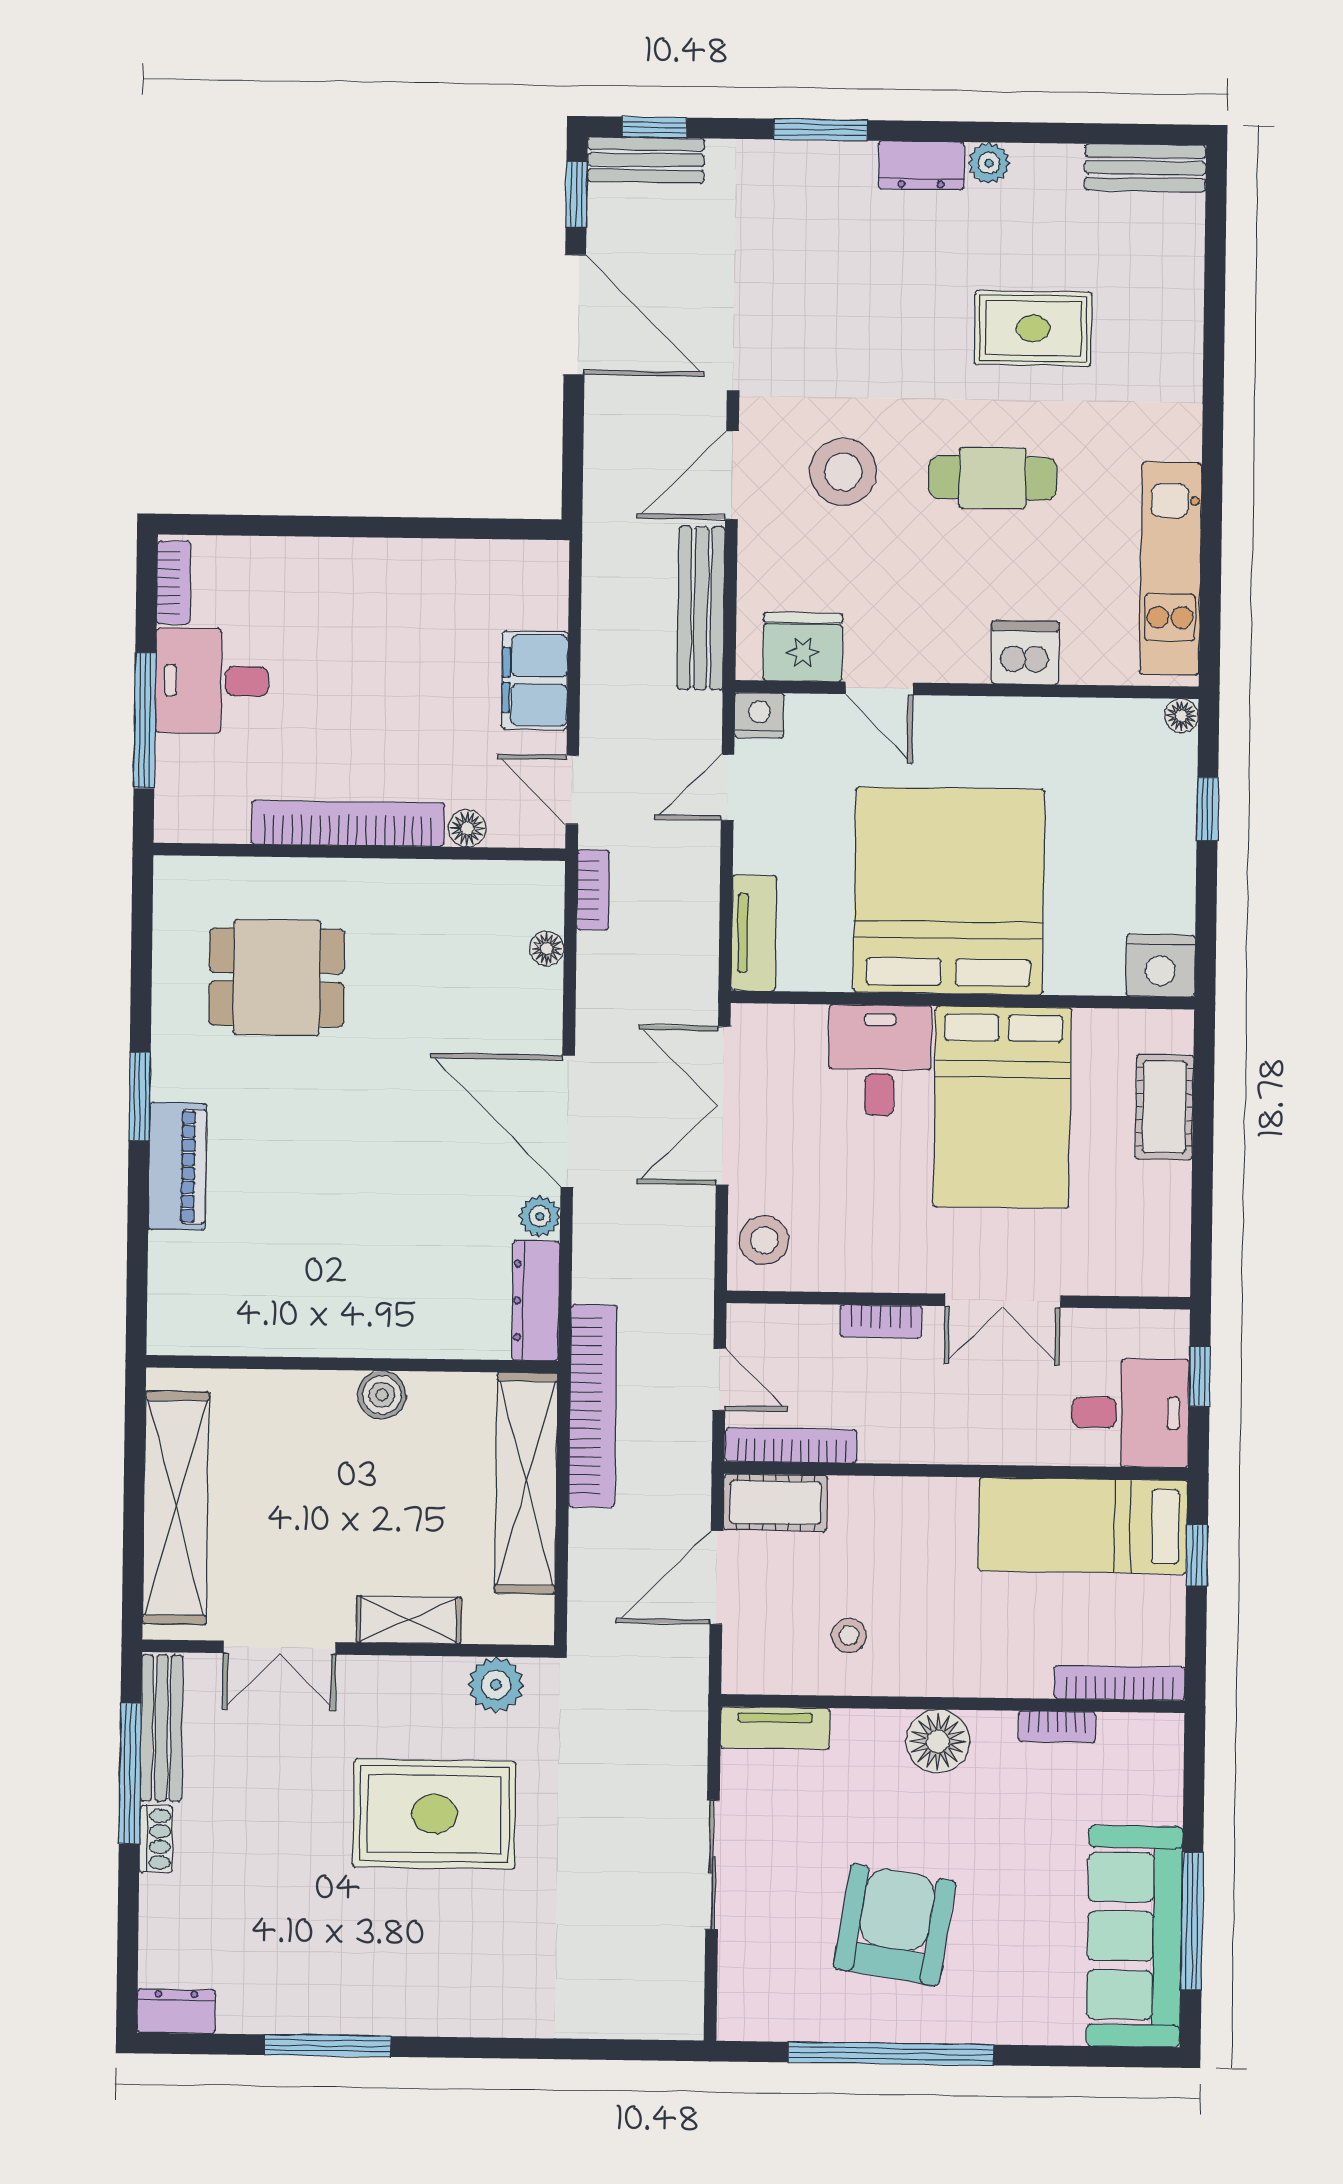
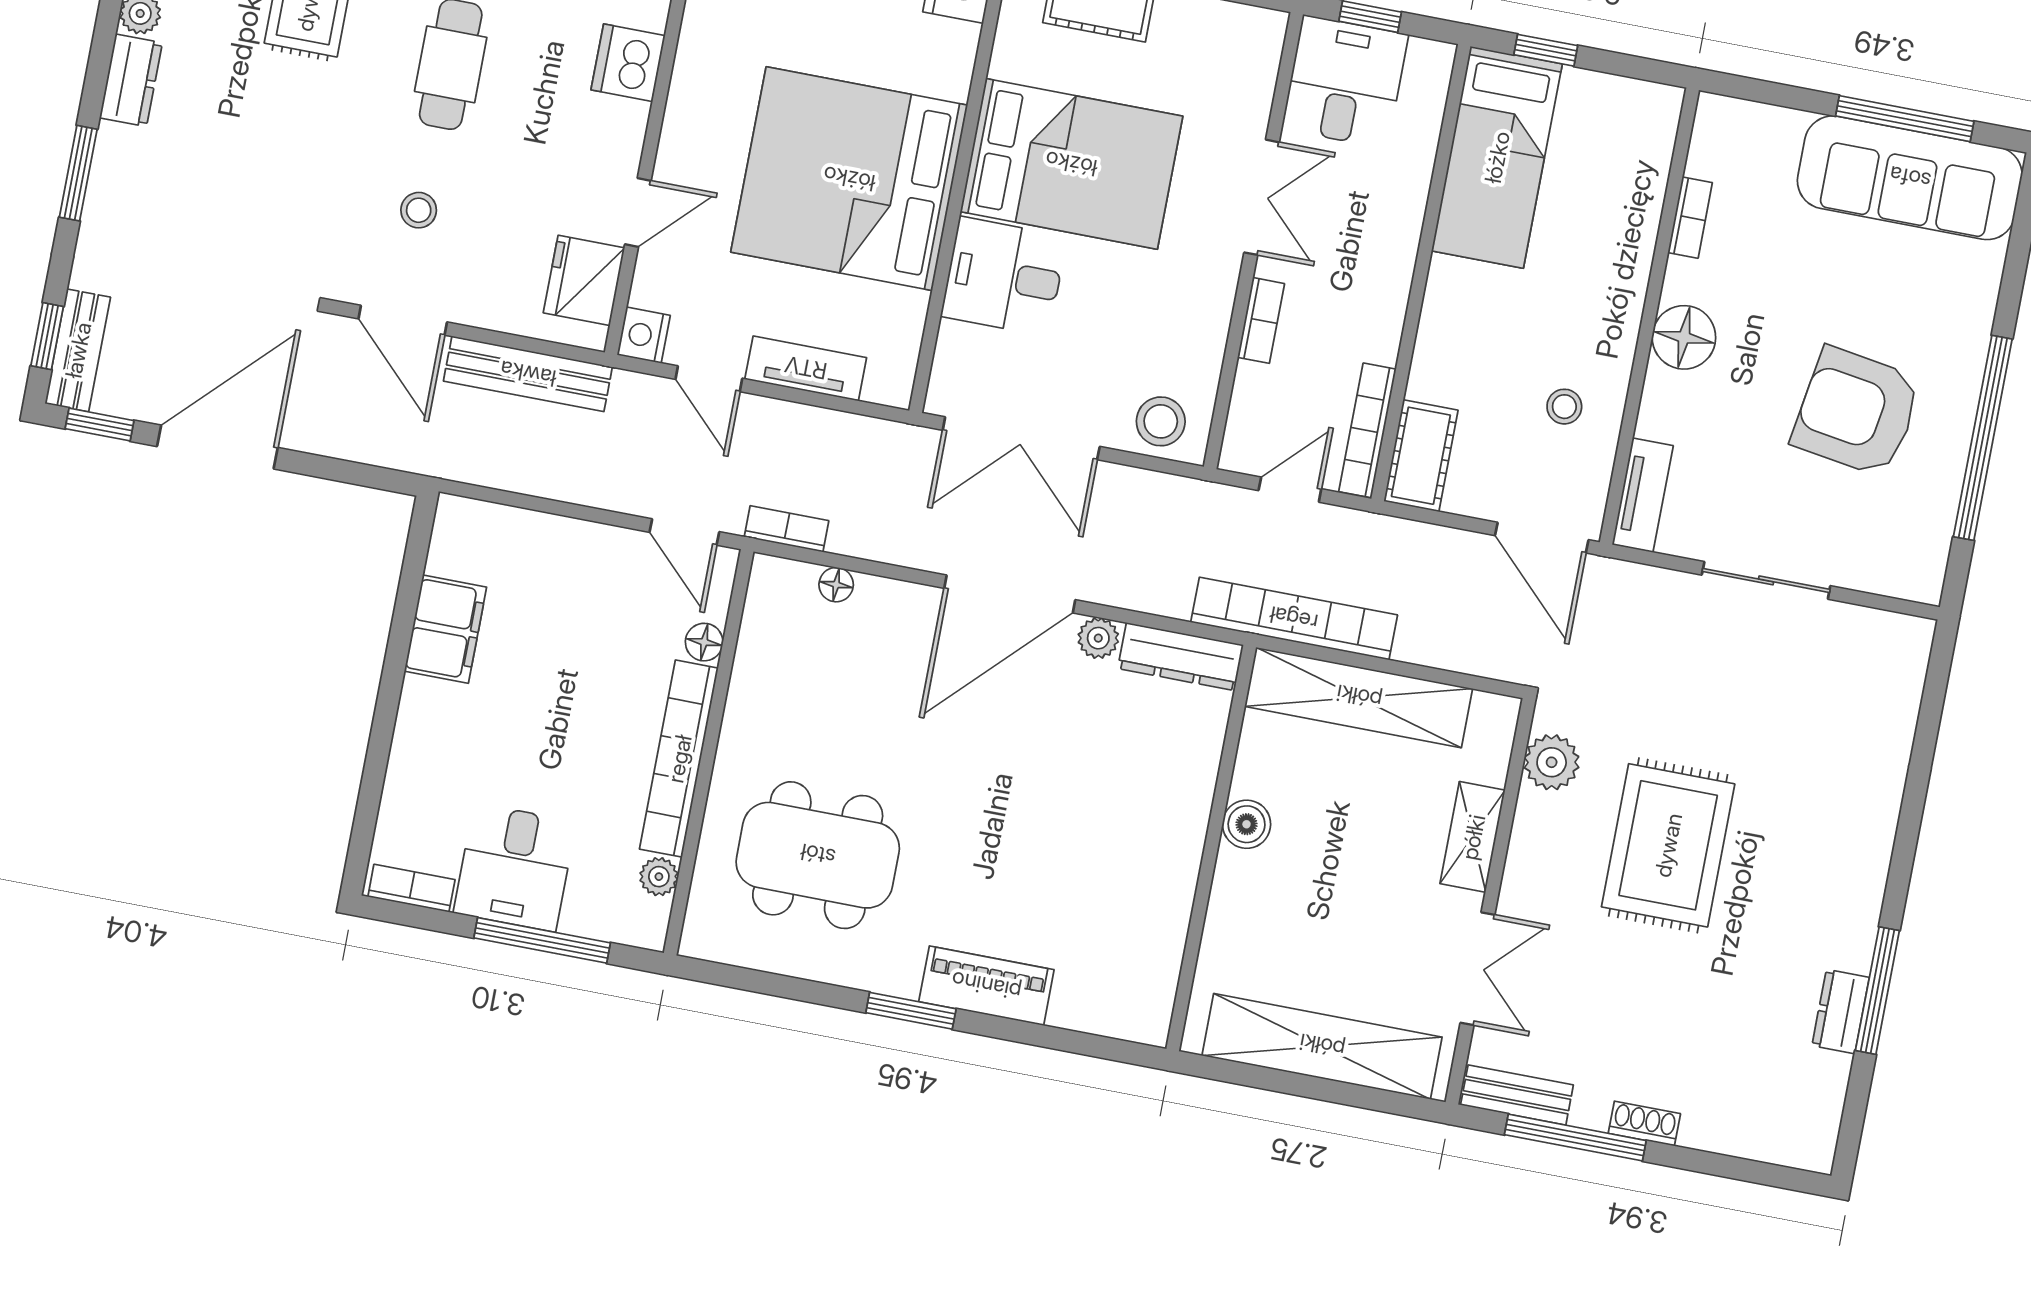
stool: (843, 472) -> (419, 210), width x0.53, depth x0.53
filing cabinet: (535, 680) -> (445, 629), moved, turned -90
door: (572, 790) -> (684, 532), hinge flipped
plant: (228, 825) -> (659, 877), added
tv unit: (754, 933) -> (806, 368), moved
dining table: (277, 977) -> (818, 855), width x1.37
desk: (1130, 1413) -> (1345, 82), moved
door: (717, 1578) -> (1542, 538), moved
bookcase: (1120, 1683) -> (1658, 149), removed
bench: (162, 1728) -> (1517, 1095), width x0.73
dresser: (176, 2011) -> (1841, 1012), moved

